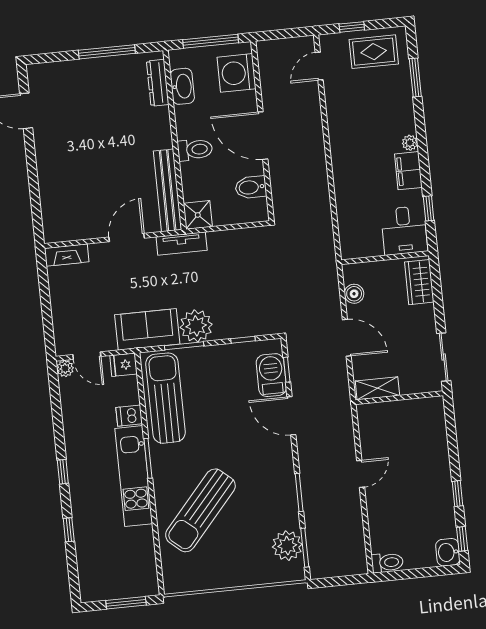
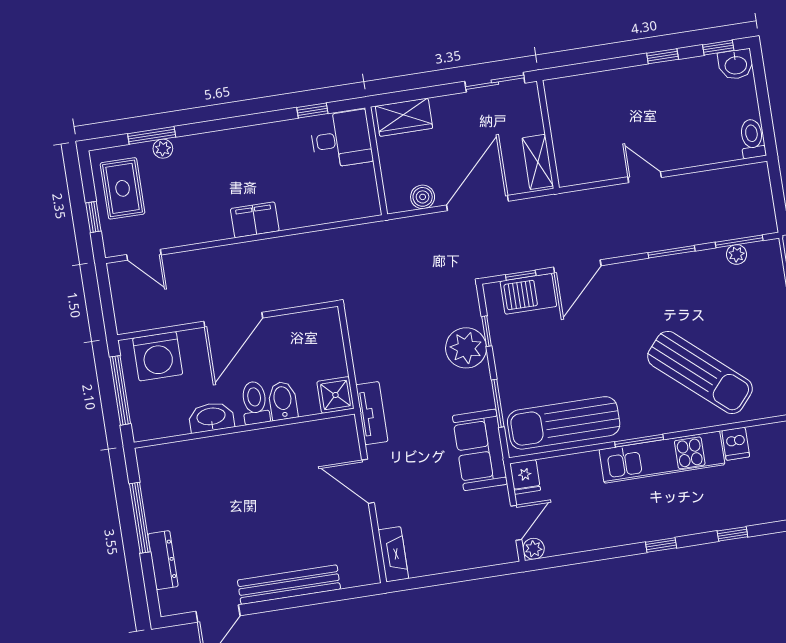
dresser: (158, 83) -> (163, 560), moved, turned -90
washbasin: (182, 86) -> (211, 417), moved
plant: (410, 143) -> (163, 149), moved
filing cabinet: (408, 171) -> (255, 220), moved, turned 180
bidet: (251, 187) -> (283, 401), moved, turned 180
bench: (168, 190) -> (289, 585), moved
plant: (196, 326) -> (466, 348), moved
door: (347, 338) -> (477, 203), width x1.36
dishwasher: (129, 416) -> (736, 444), moved
plant: (287, 546) -> (737, 254), width x0.53, depth x0.53

